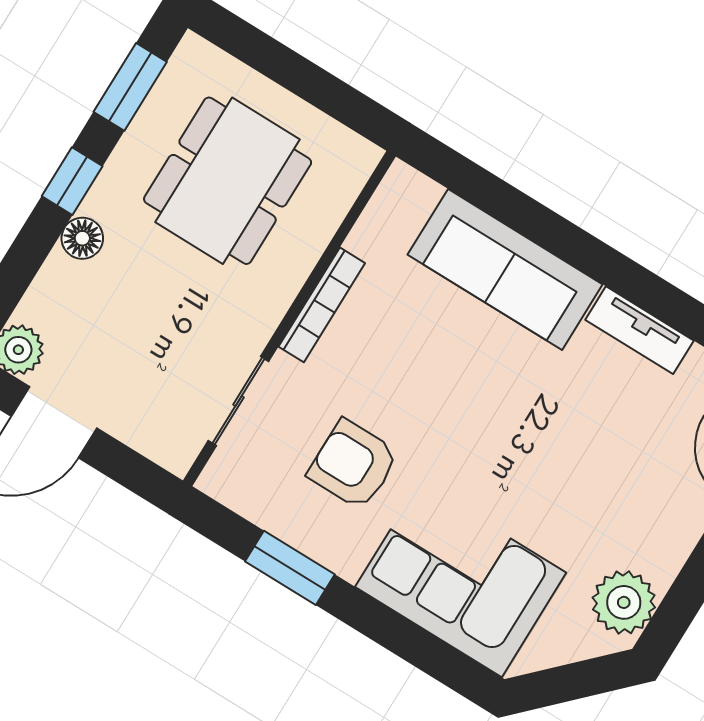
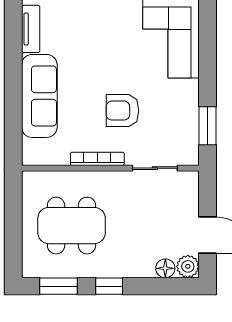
floor lamp: (82, 238) -> (165, 268), moved
armchair: (353, 464) -> (122, 111), moved, turned 90
window: (290, 568) -> (208, 126), moved

